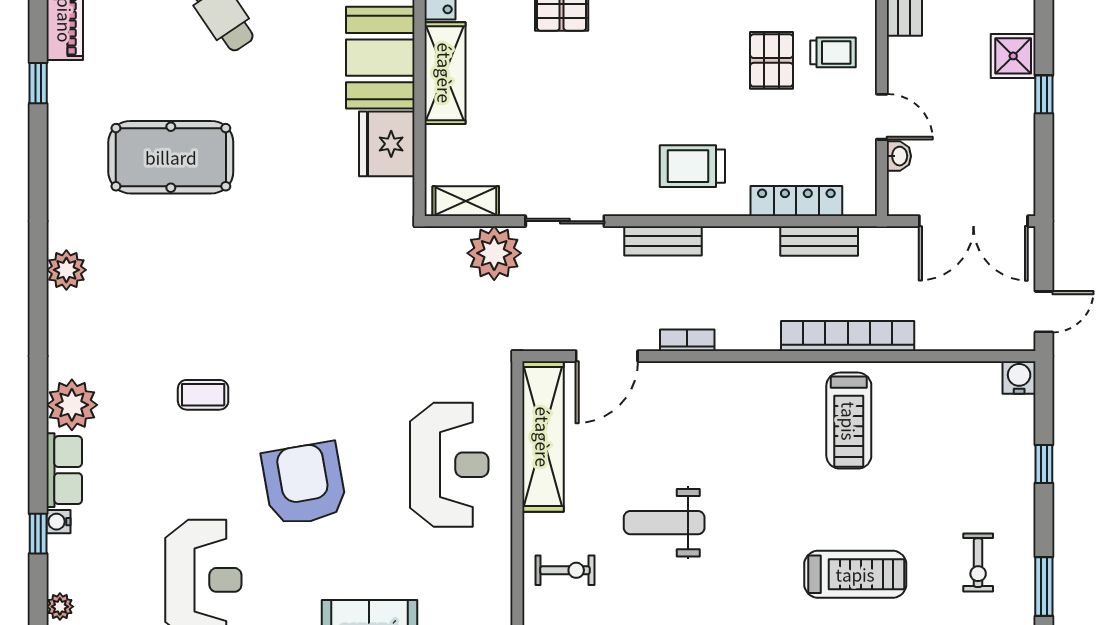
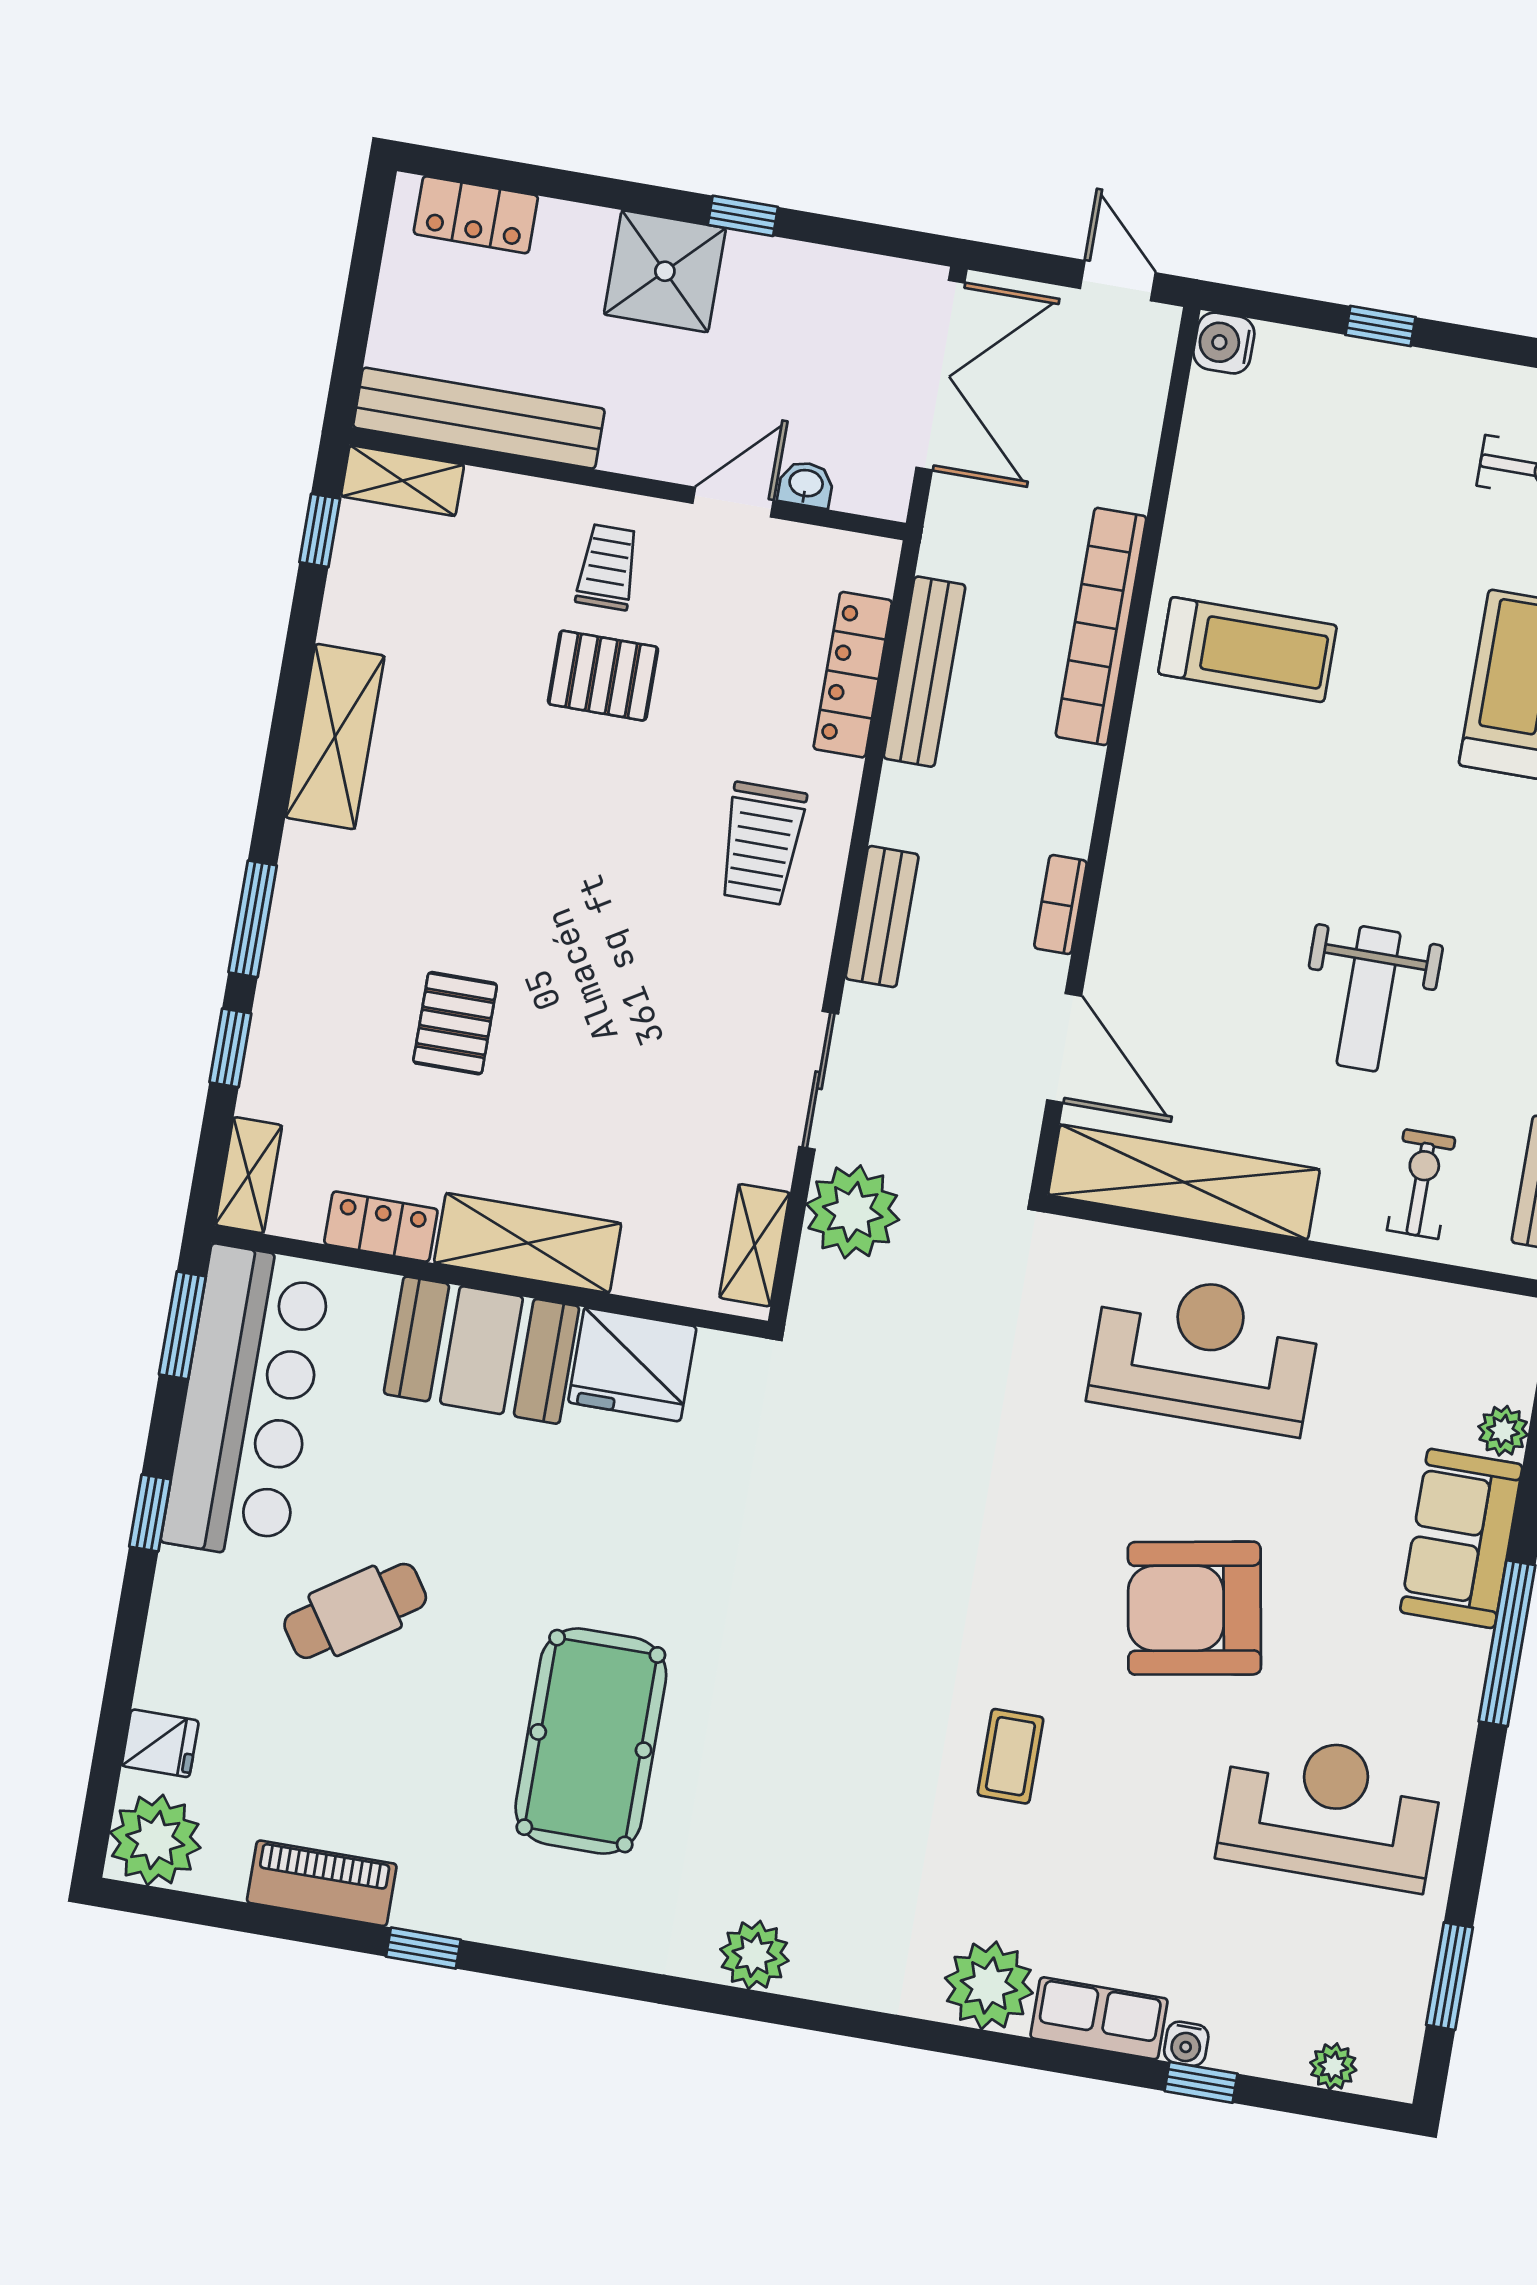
shower: (1013, 56) -> (665, 271), width x1.36, depth x1.36
bench: (819, 241) -> (924, 672), width x1.36

